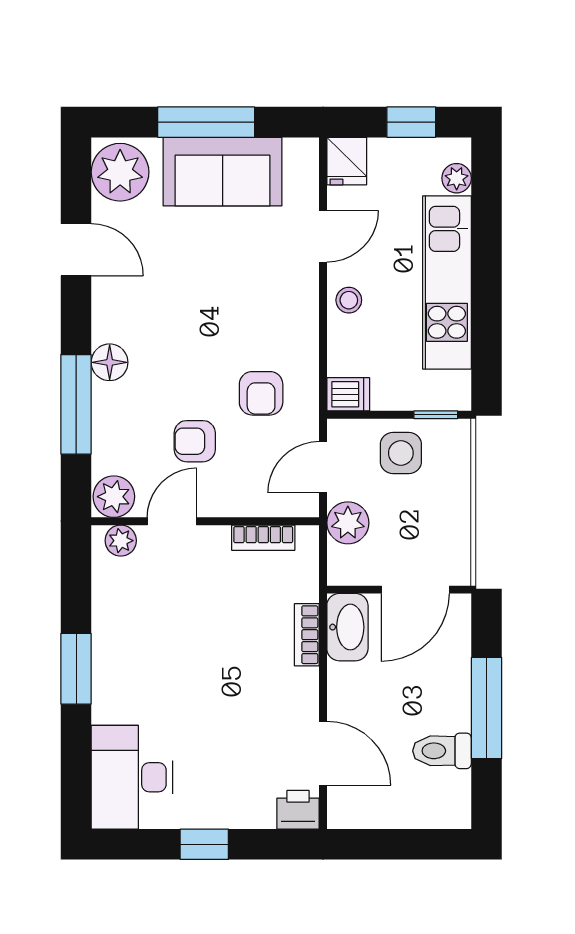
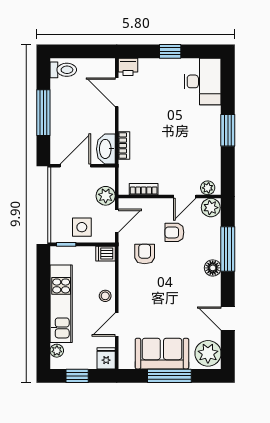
armchair: (195, 441) -> (174, 232), turned 180
toilet: (442, 751) -> (63, 70), moved

